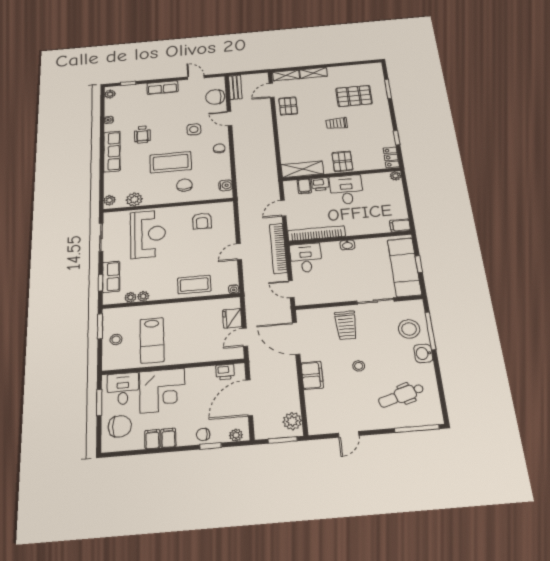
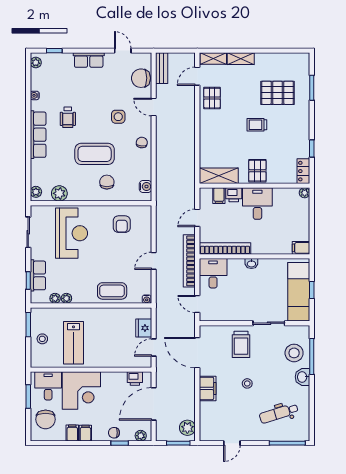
chair: (120, 426) -> (46, 419), turned 90

